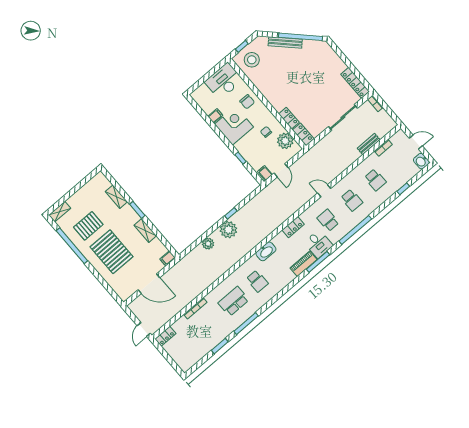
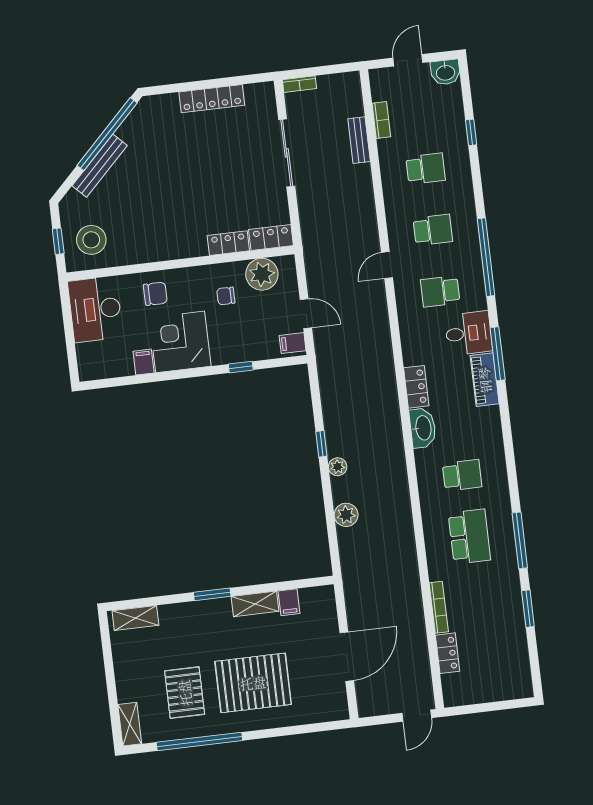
locker: (355, 83) -> (212, 99), moved
shelving: (116, 197) -> (135, 618), moved
locker: (293, 227) -> (416, 387), moved
plant: (228, 230) -> (338, 467), width x0.53, depth x0.53
filing cabinet: (168, 258) -> (289, 602), moved
school desk: (234, 301) -> (469, 537), turned 180
door: (144, 330) -> (417, 716), hinge flipped
locker: (165, 336) -> (448, 653), moved

